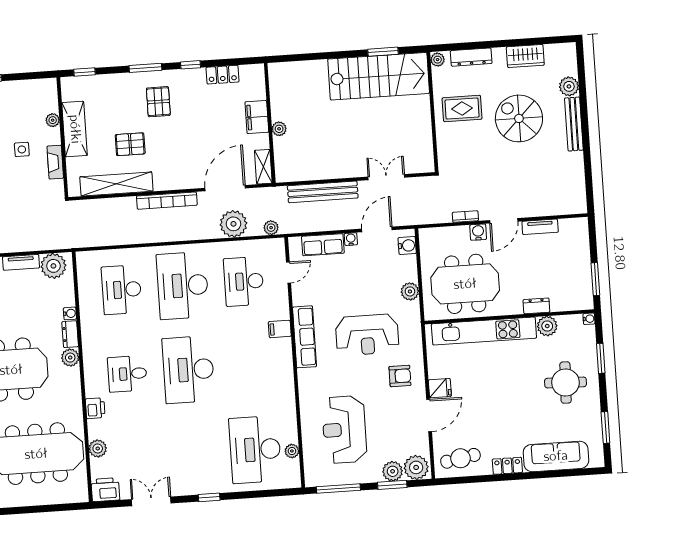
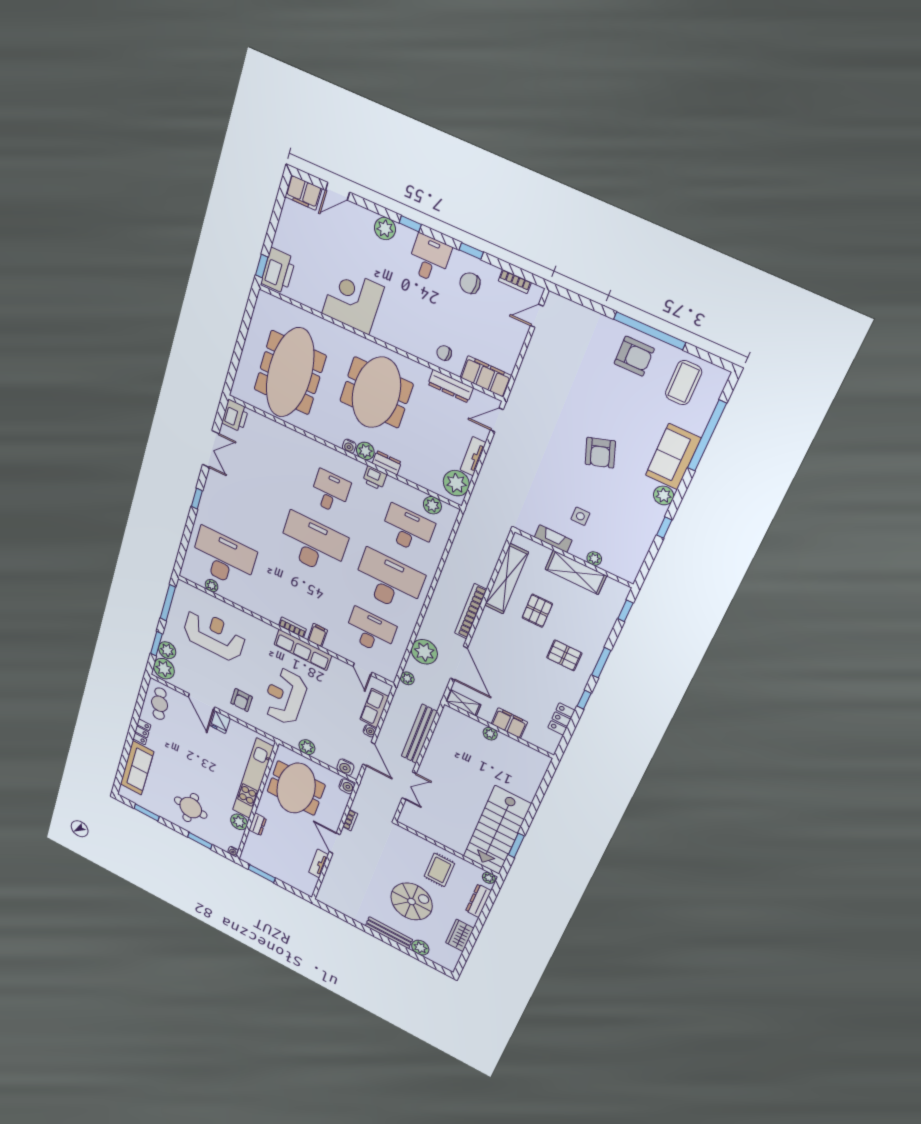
water cooler: (478, 232) -> (347, 786), moved
water cooler: (70, 313) -> (349, 446), moved
bookcase: (287, 356) -> (292, 627), added
printer: (95, 408) -> (375, 478), moved
plant: (98, 449) -> (432, 505), moved

